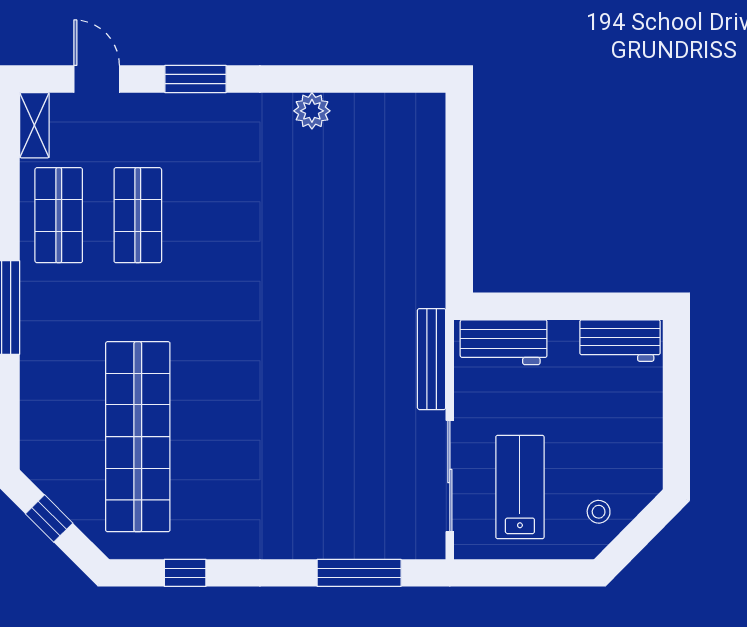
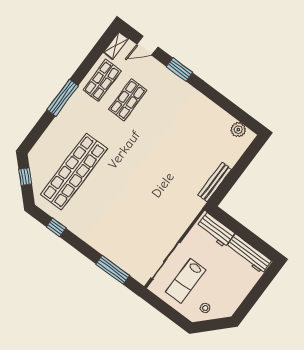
door: (97, 79) -> (147, 46), swing flipped
plant: (312, 111) -> (238, 130), moved
workbench: (620, 341) -> (249, 254), width x1.38
bench: (432, 359) -> (215, 182), moved
lab bench: (520, 487) -> (186, 281), turned 180

